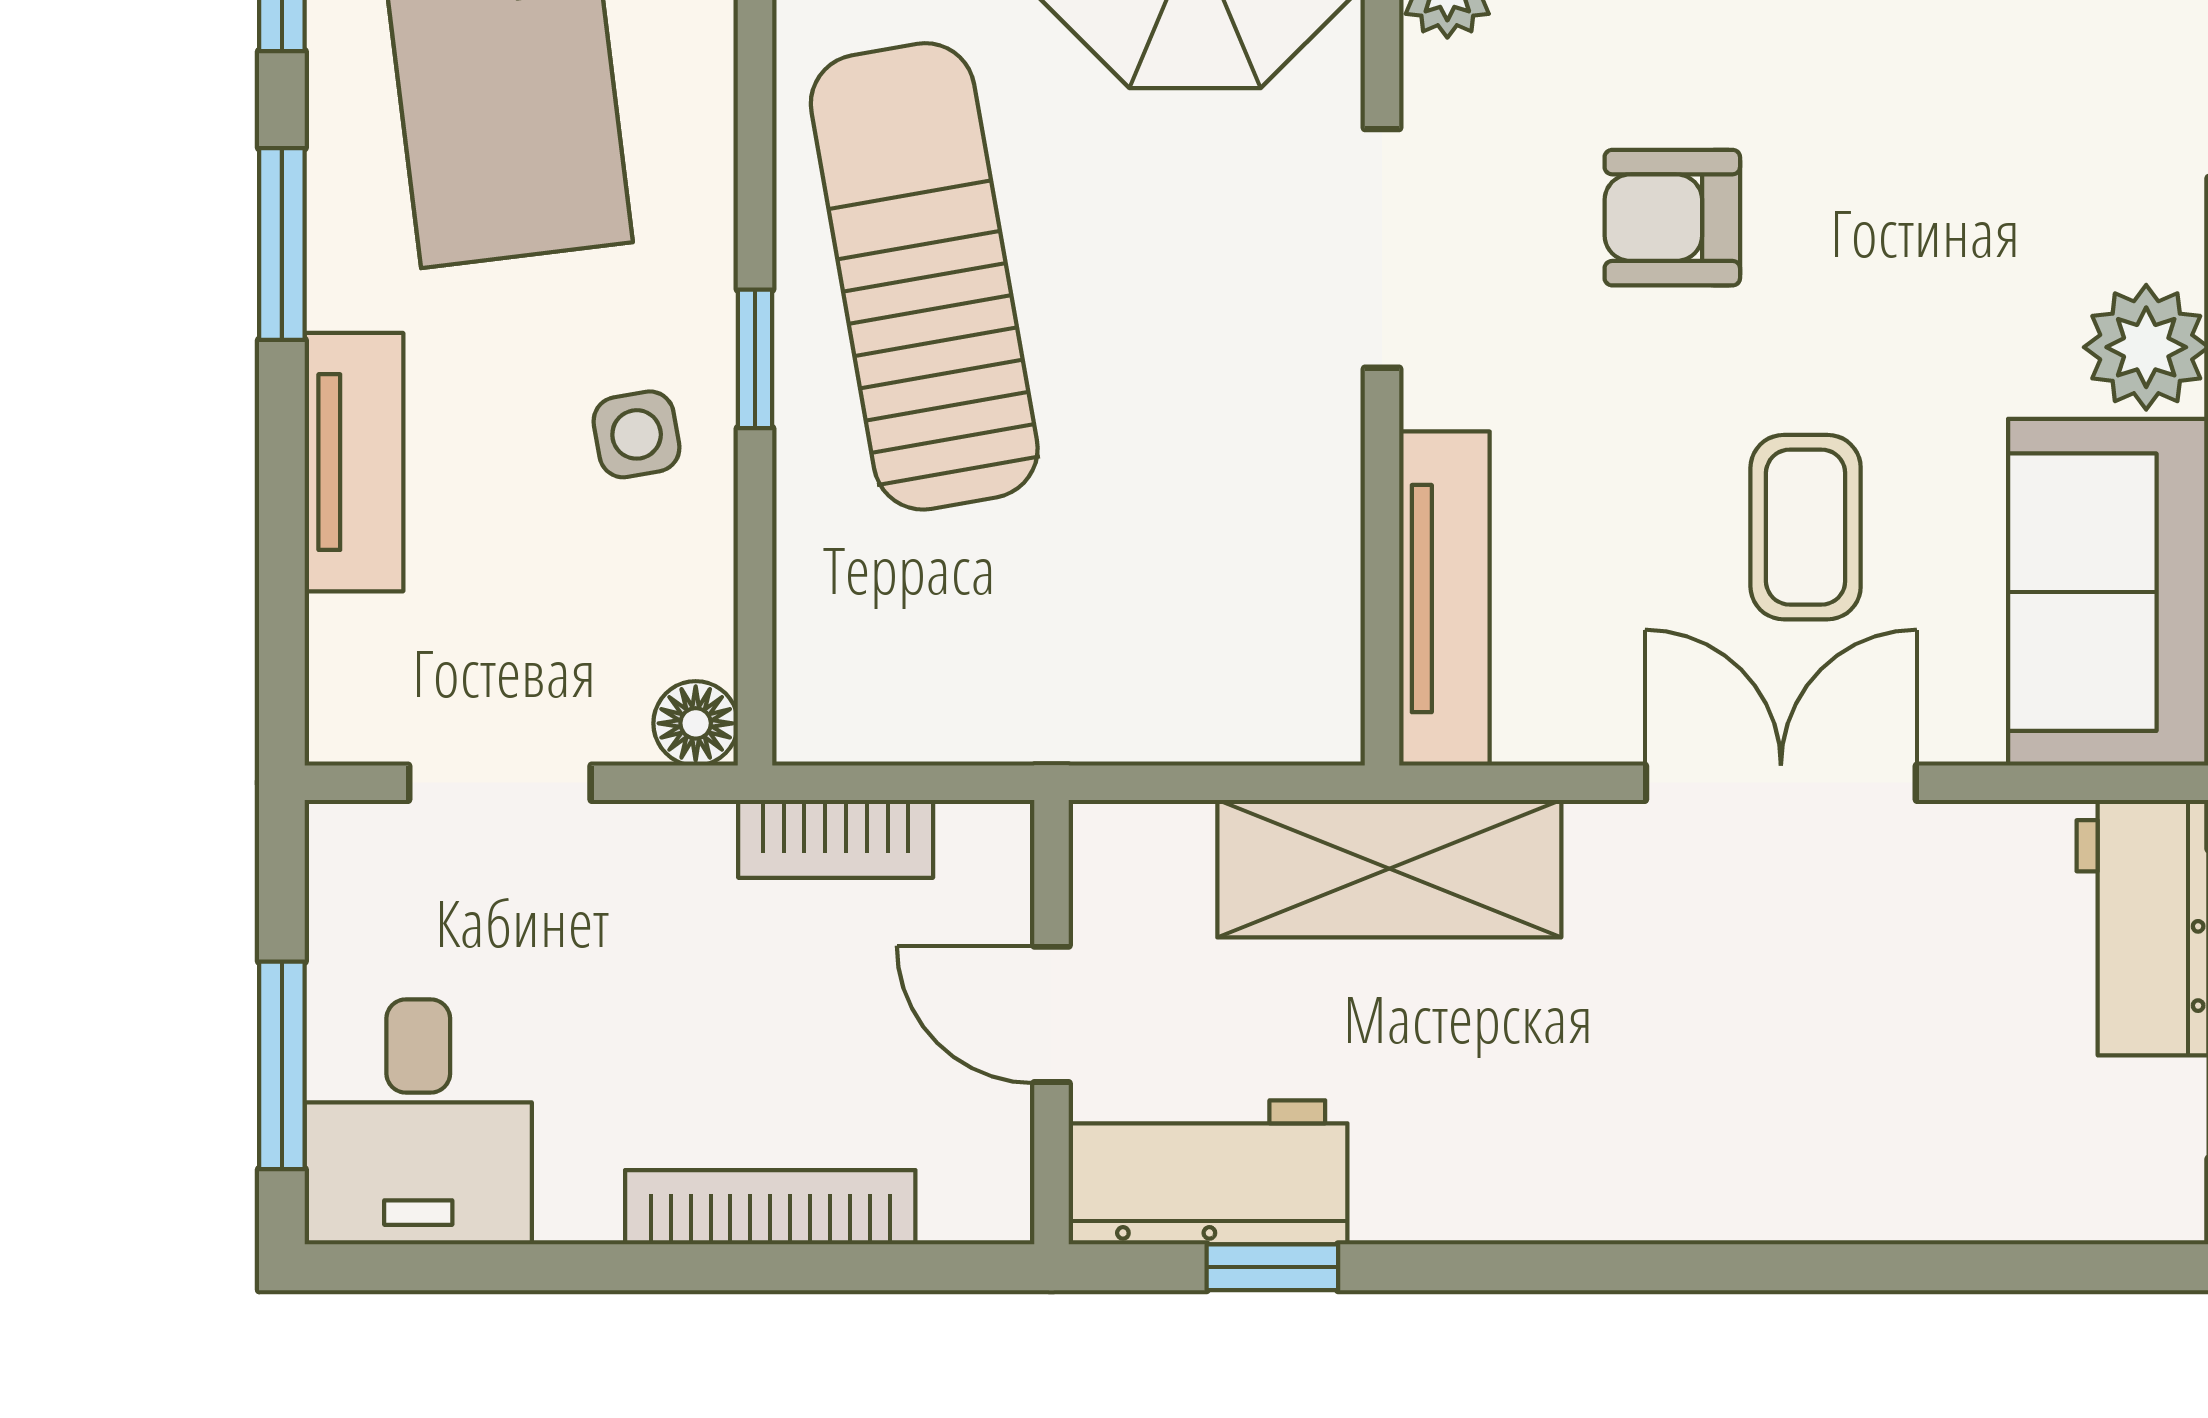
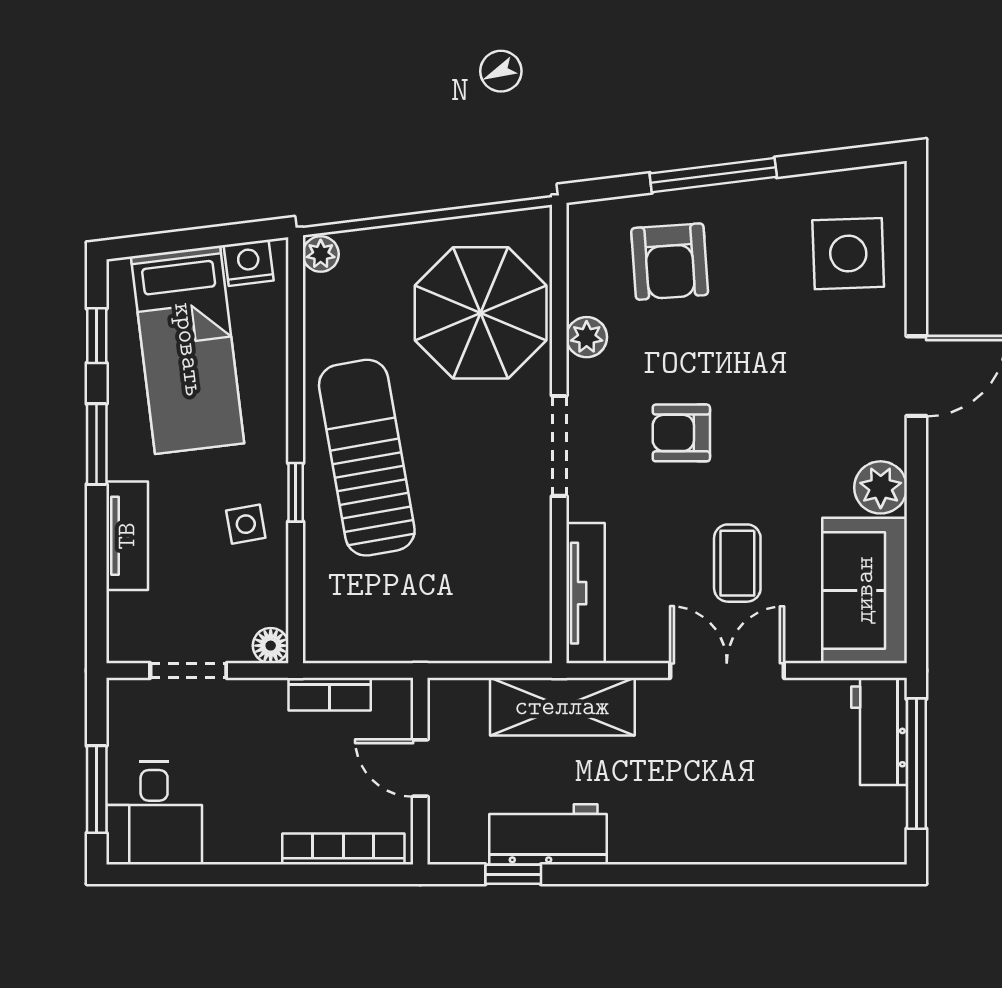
workbench: (1208, 1172) -> (548, 834), moved
bookcase: (770, 1207) -> (343, 849), moved

